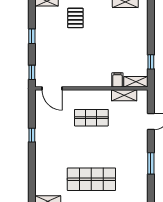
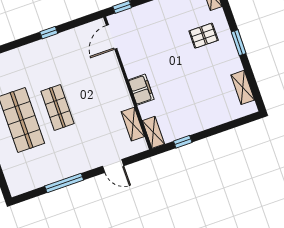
filing cabinet: (117, 80) -> (141, 90), moved, width x2.00
shop shelf: (91, 118) -> (57, 107), moved
window: (151, 163) -> (64, 183), width x1.44

